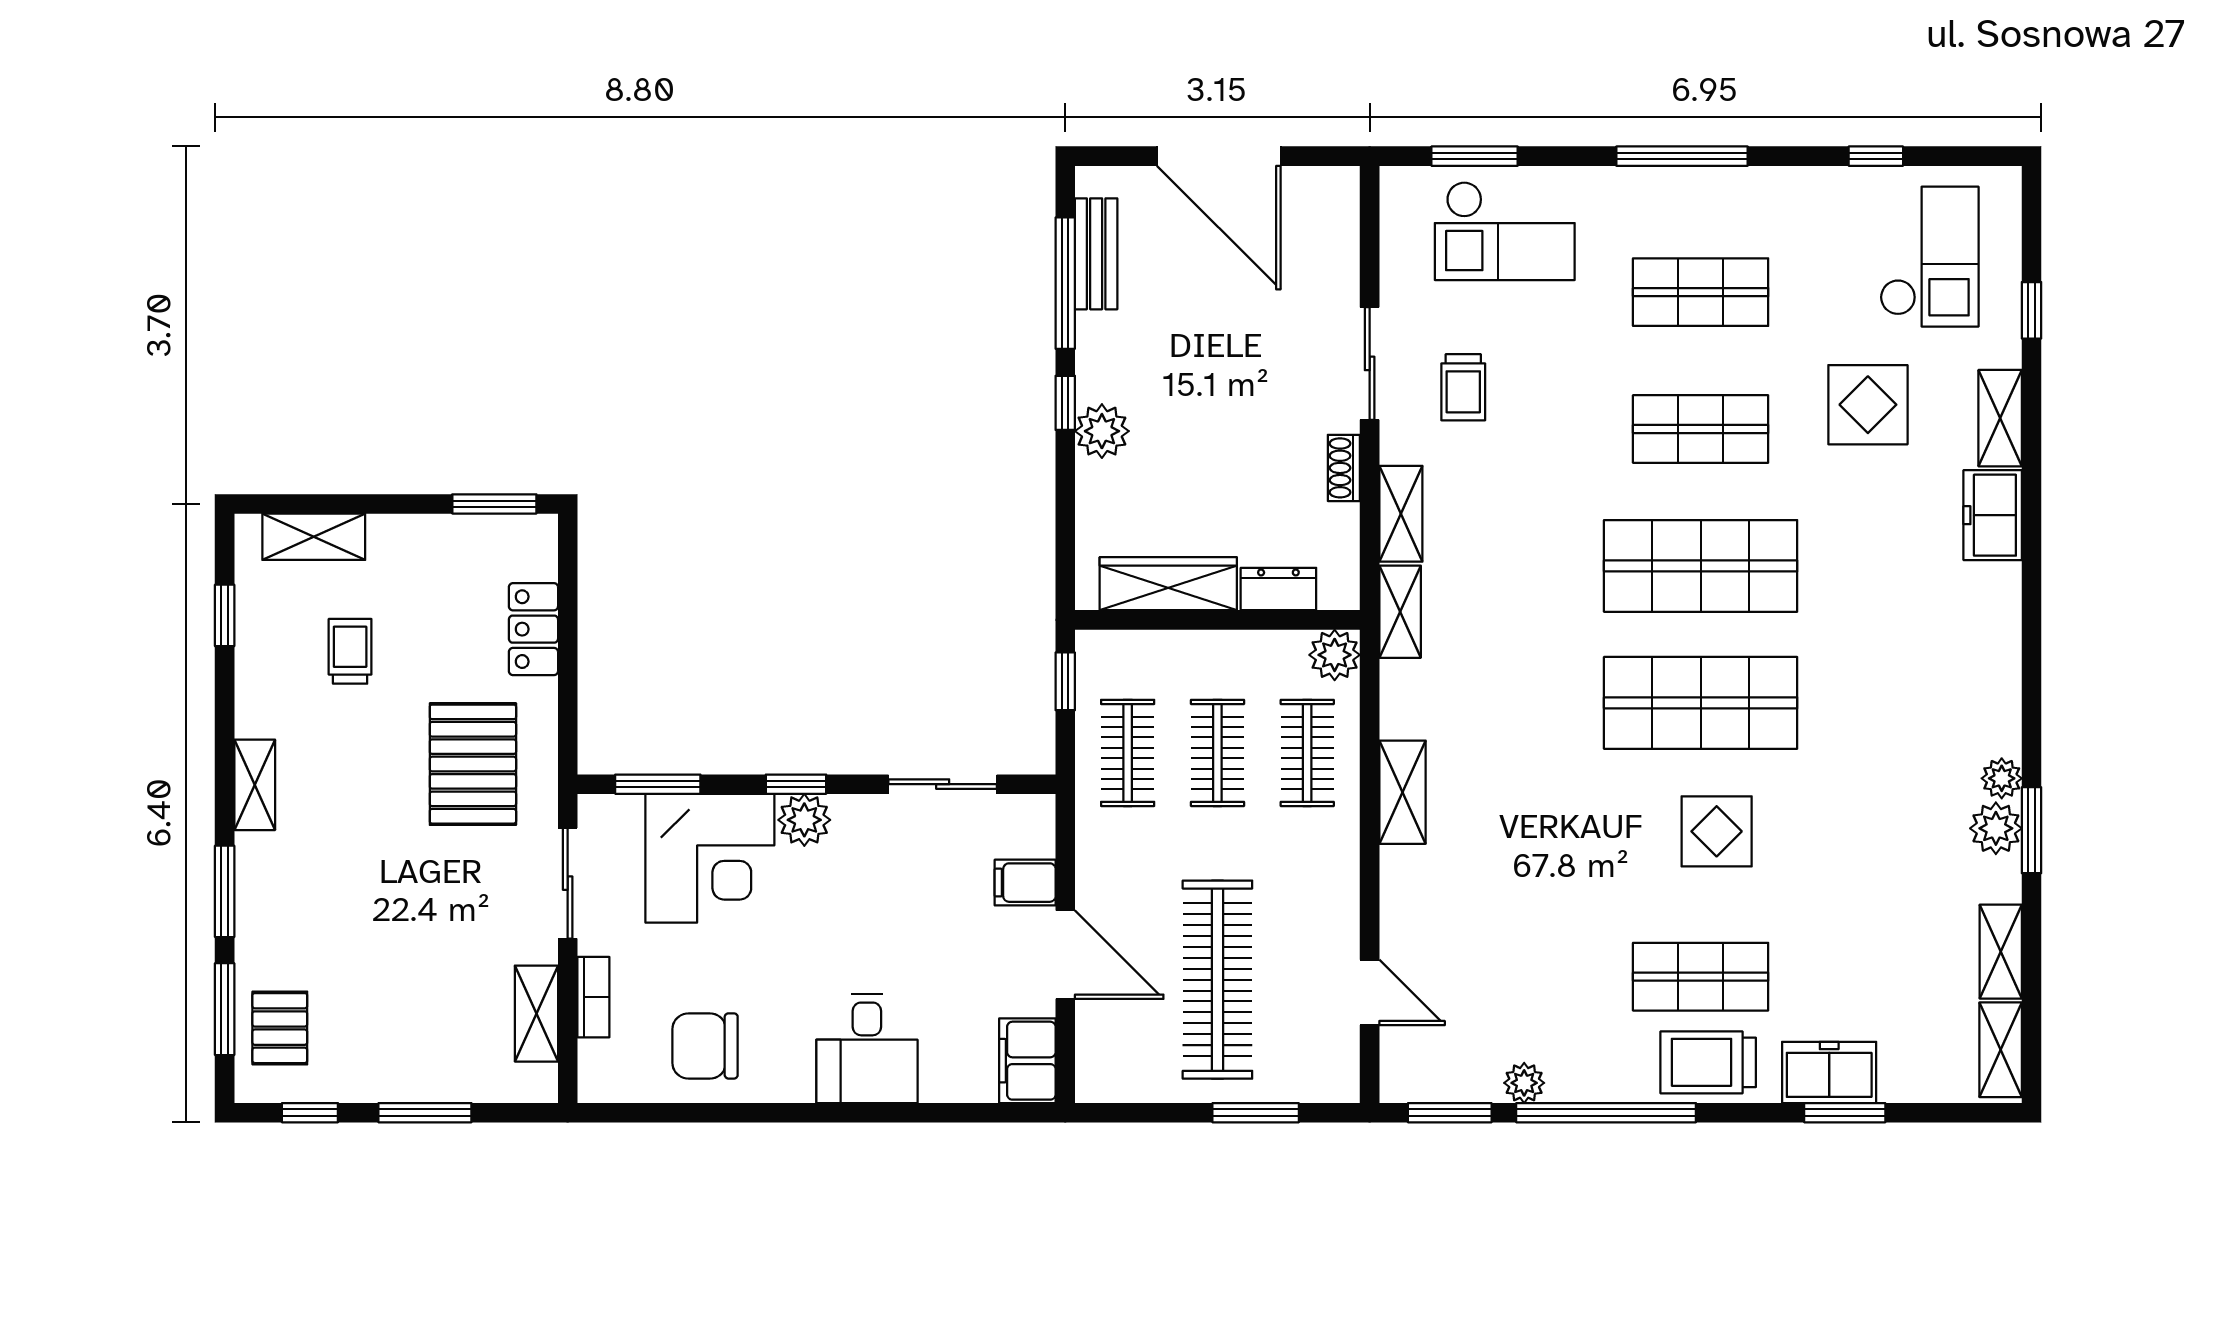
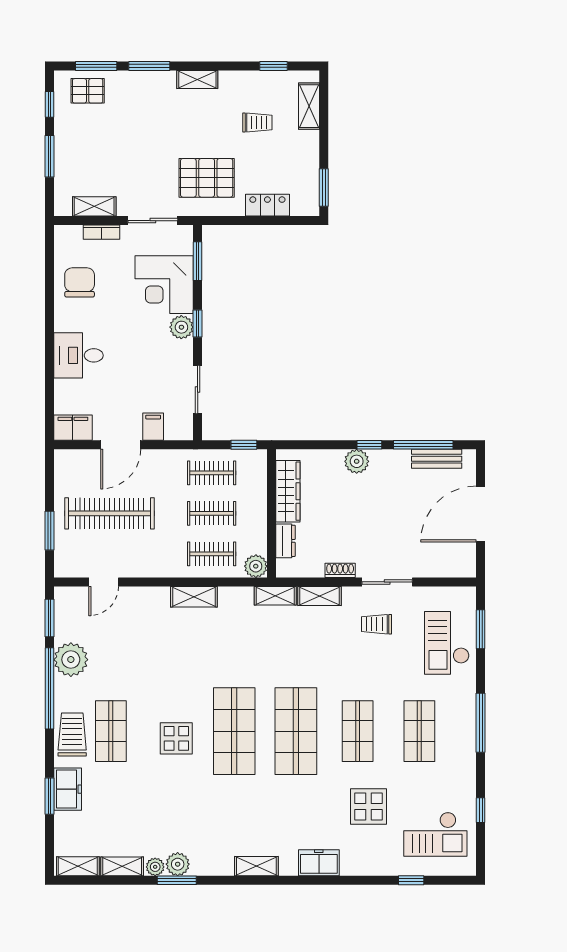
shelving: (2000, 418) -> (256, 866), moved
plant: (2002, 778) -> (155, 867), moved
plant: (1524, 1083) -> (71, 660), width x1.88, depth x1.88

